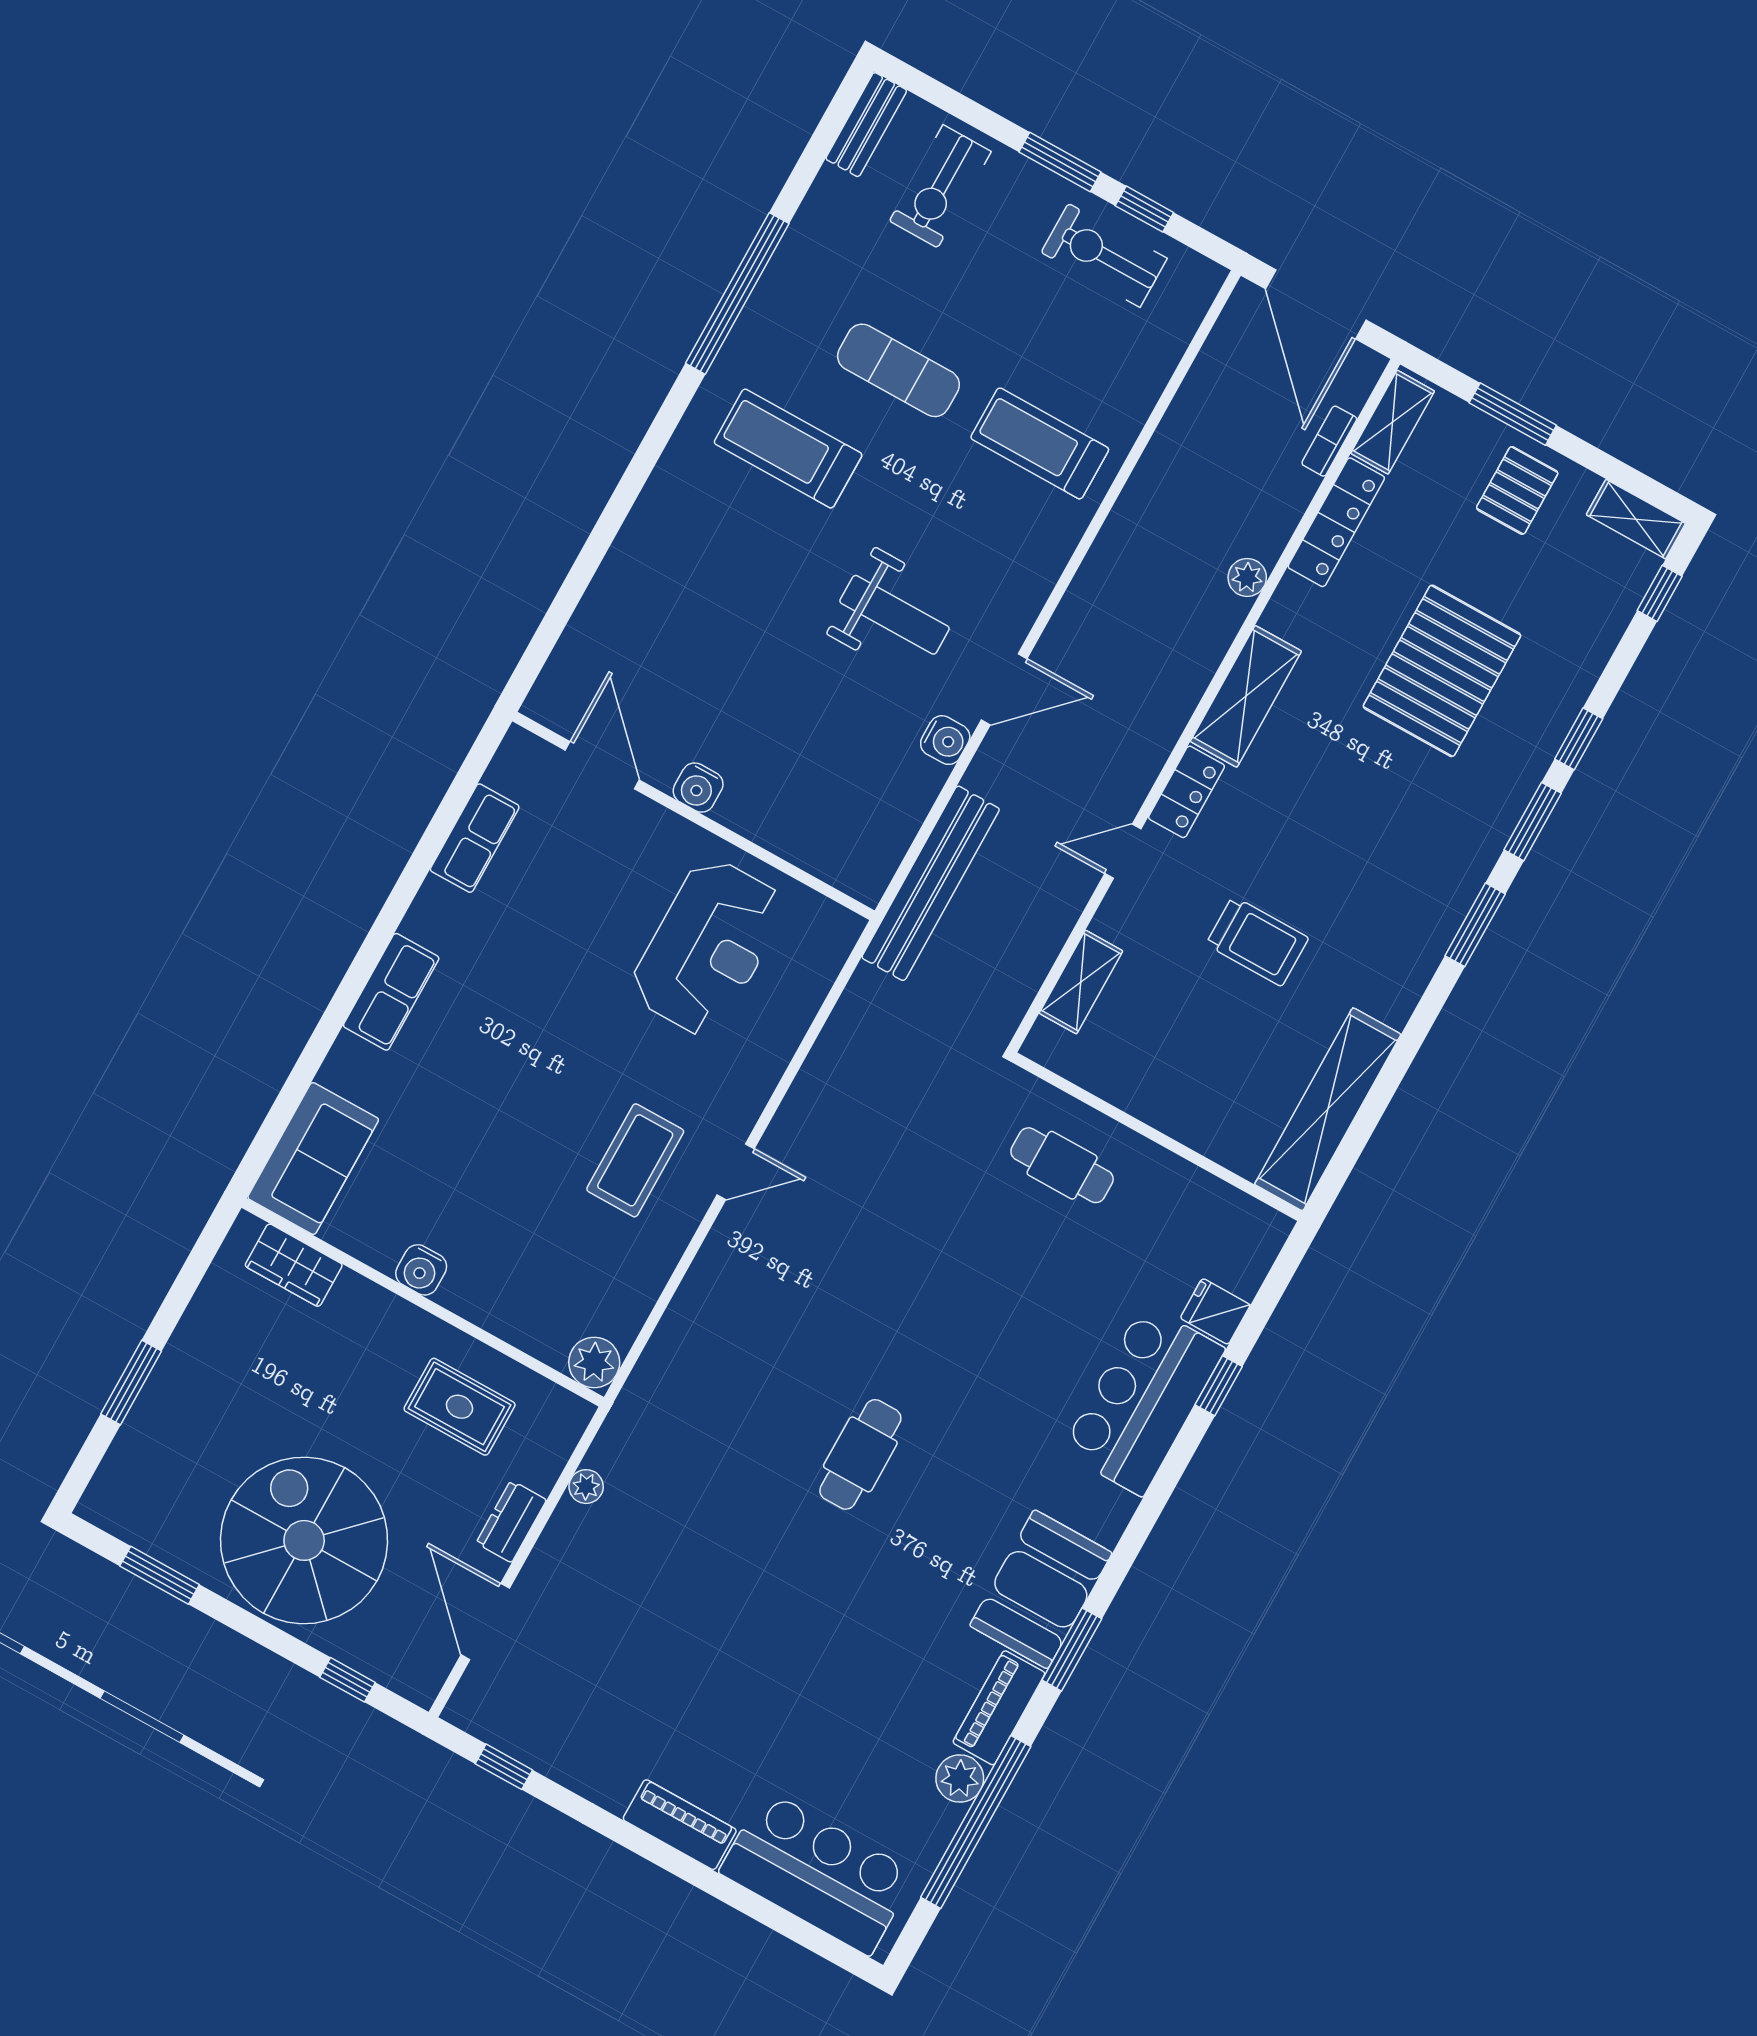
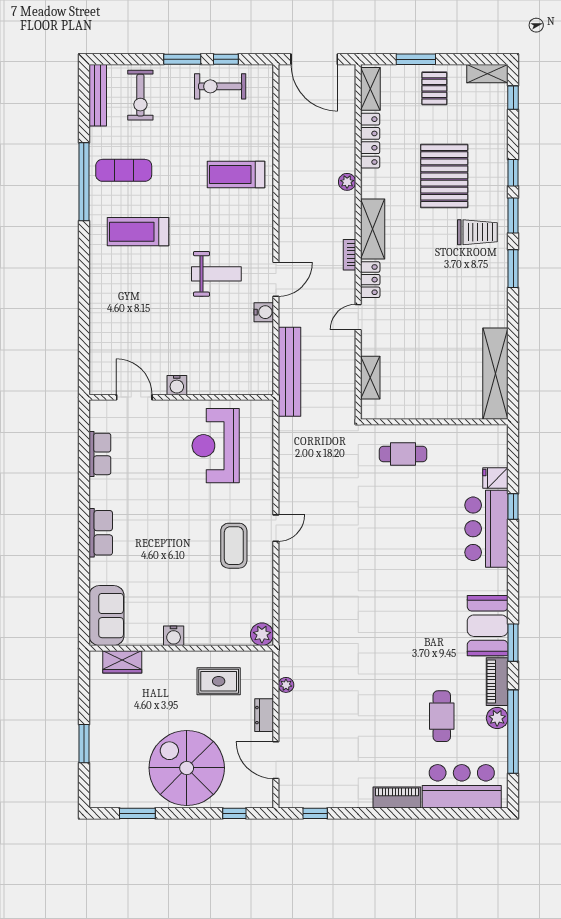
bench: (866, 125) -> (98, 95), width x1.36
exercise mat: (898, 370) -> (124, 170), moved
bookcase: (1329, 441) -> (350, 255), moved
trolley: (1257, 941) -> (477, 232), moved
reception desk: (708, 947) -> (216, 446), turned 180
cafe table: (860, 1454) -> (442, 716), moved

